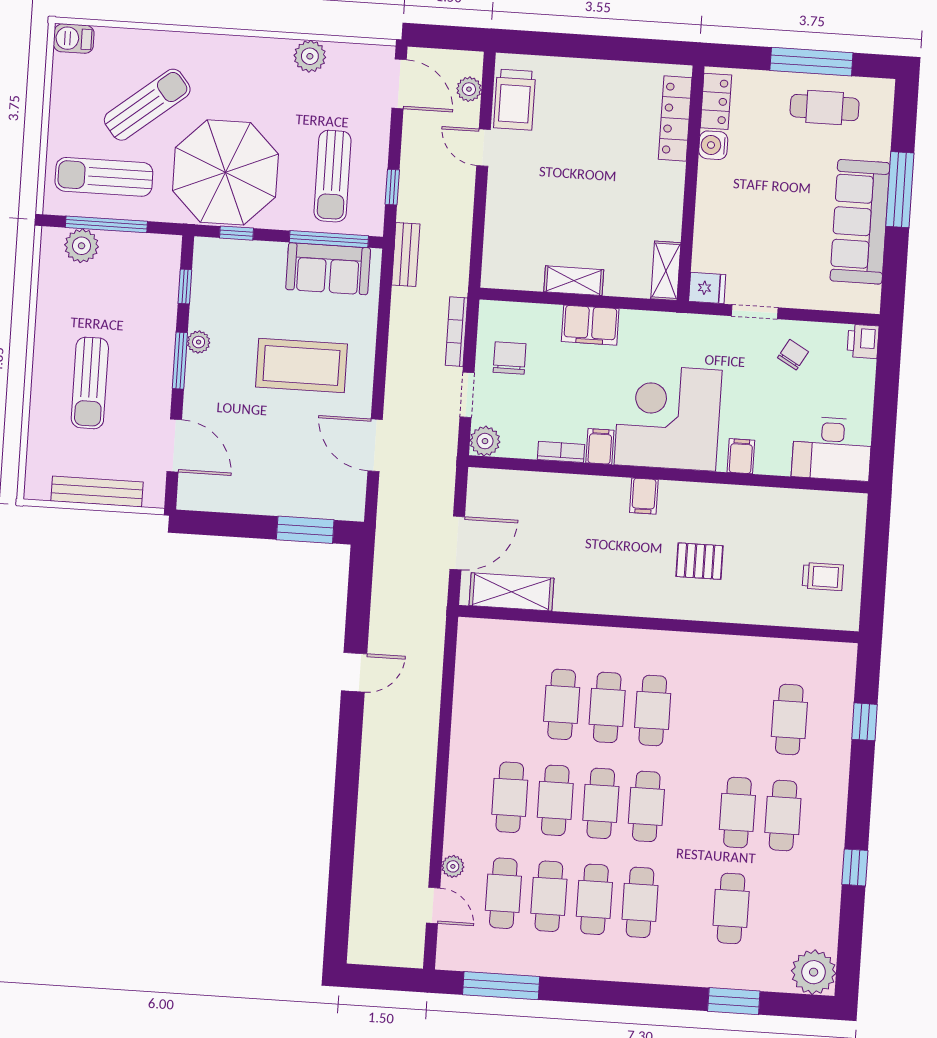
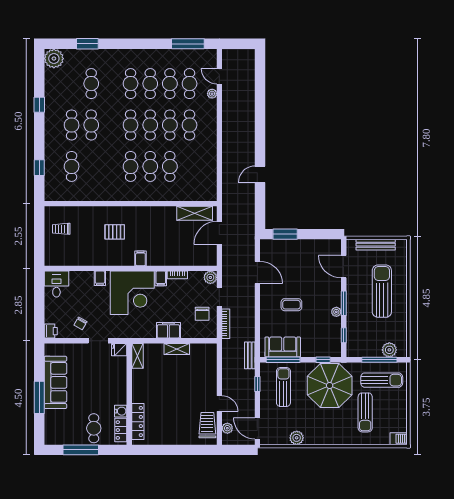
sun lounger: (147, 105) -> (365, 412), turned -51
cafe table: (825, 108) -> (94, 428), moved, turned 90
coffee table: (301, 366) -> (291, 305), width x0.54, depth x0.58
sun lounger: (90, 383) -> (382, 291), width x1.36, depth x1.34
desk: (832, 449) -> (56, 284), width x0.73

